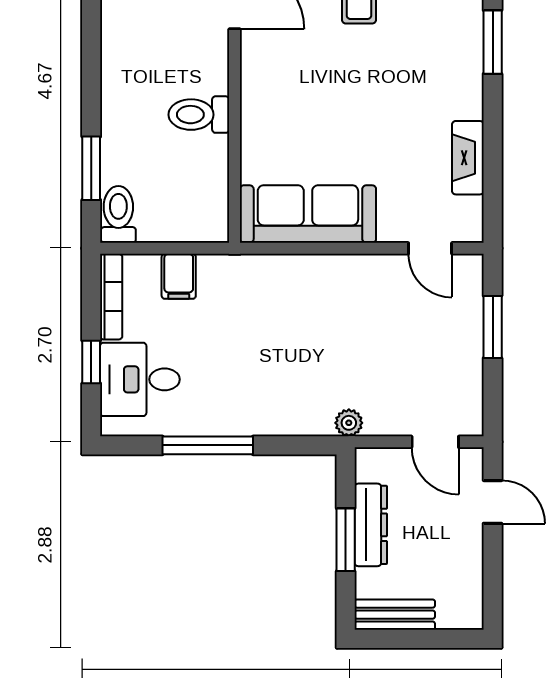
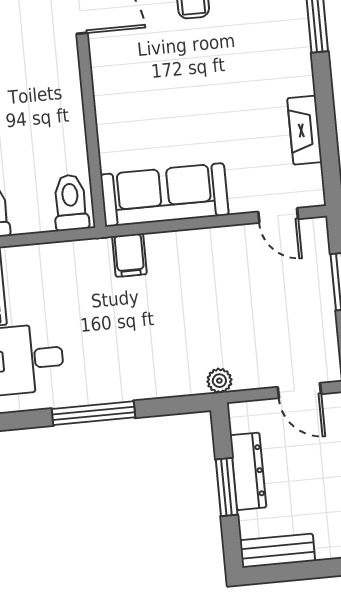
toilet: (199, 115) -> (71, 202), moved, turned 90
filing cabinet: (179, 276) -> (129, 255), moved

